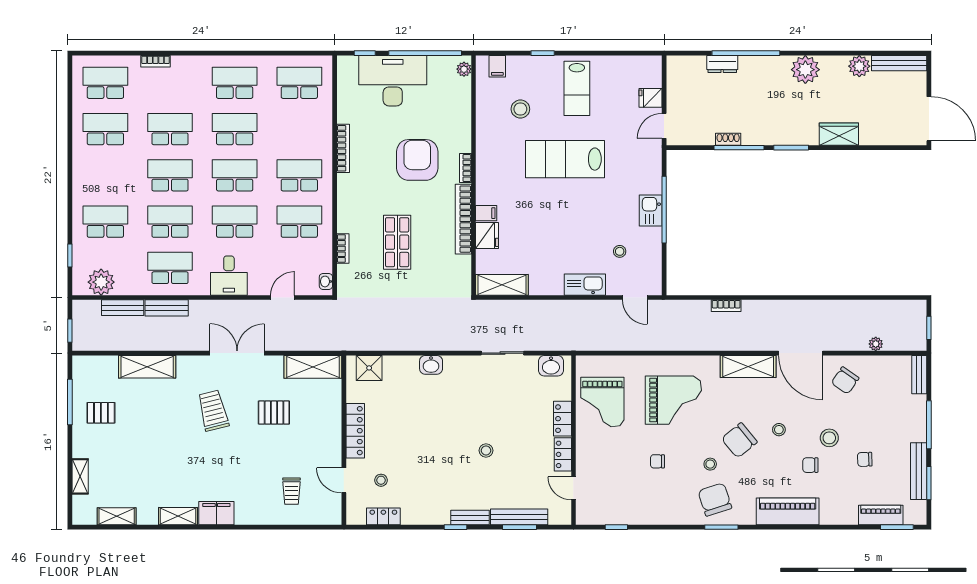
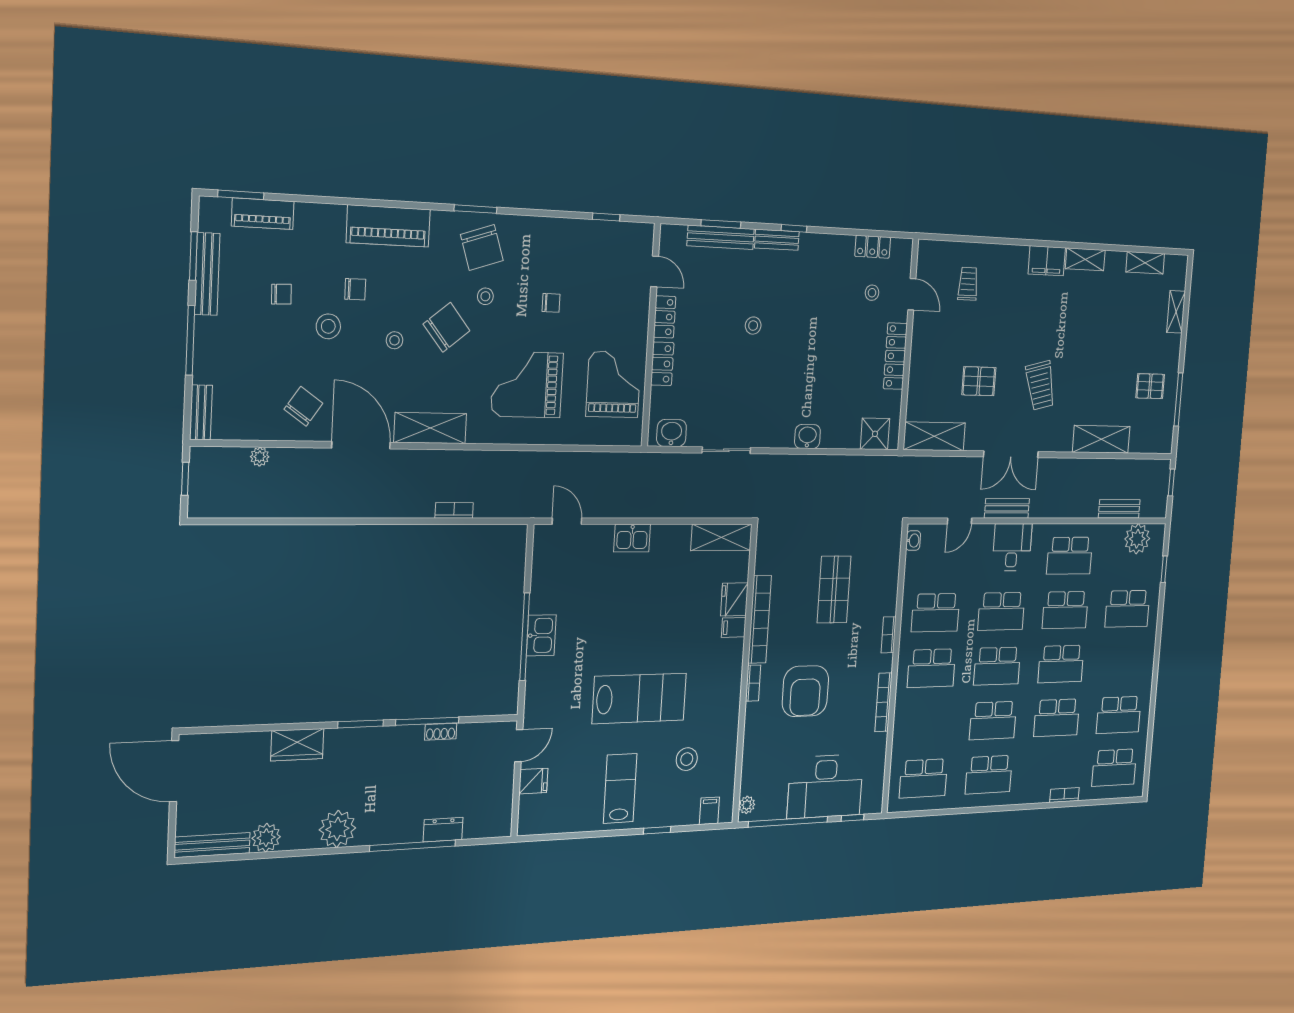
bookcase: (343, 248) -> (889, 635), moved
stool: (620, 251) -> (582, 581), removed
kitchen sink: (585, 285) -> (632, 538), width x0.73
bench: (167, 308) -> (1007, 508), moved

